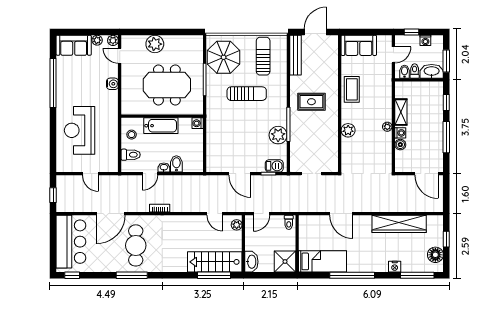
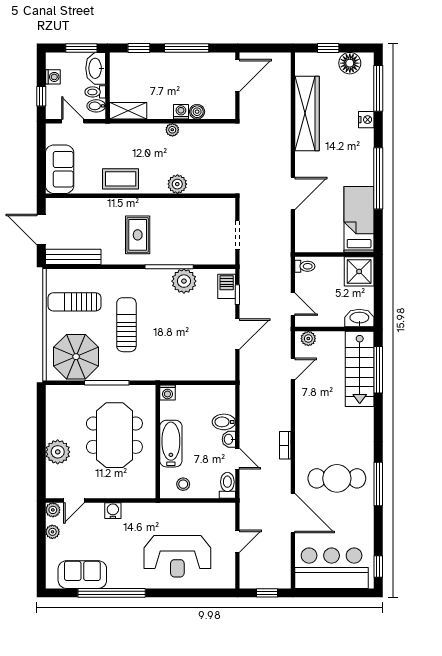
sofa: (74, 45) -> (82, 575), moved, turned -90
shelving: (401, 112) -> (128, 111), moved
toilet: (131, 155) -> (227, 485), moved

